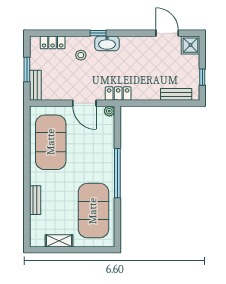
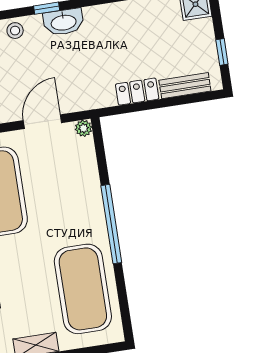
stool: (81, 55) -> (15, 31), moved
locker: (118, 94) -> (137, 92), moved
door: (84, 103) -> (42, 122), swing flipped

